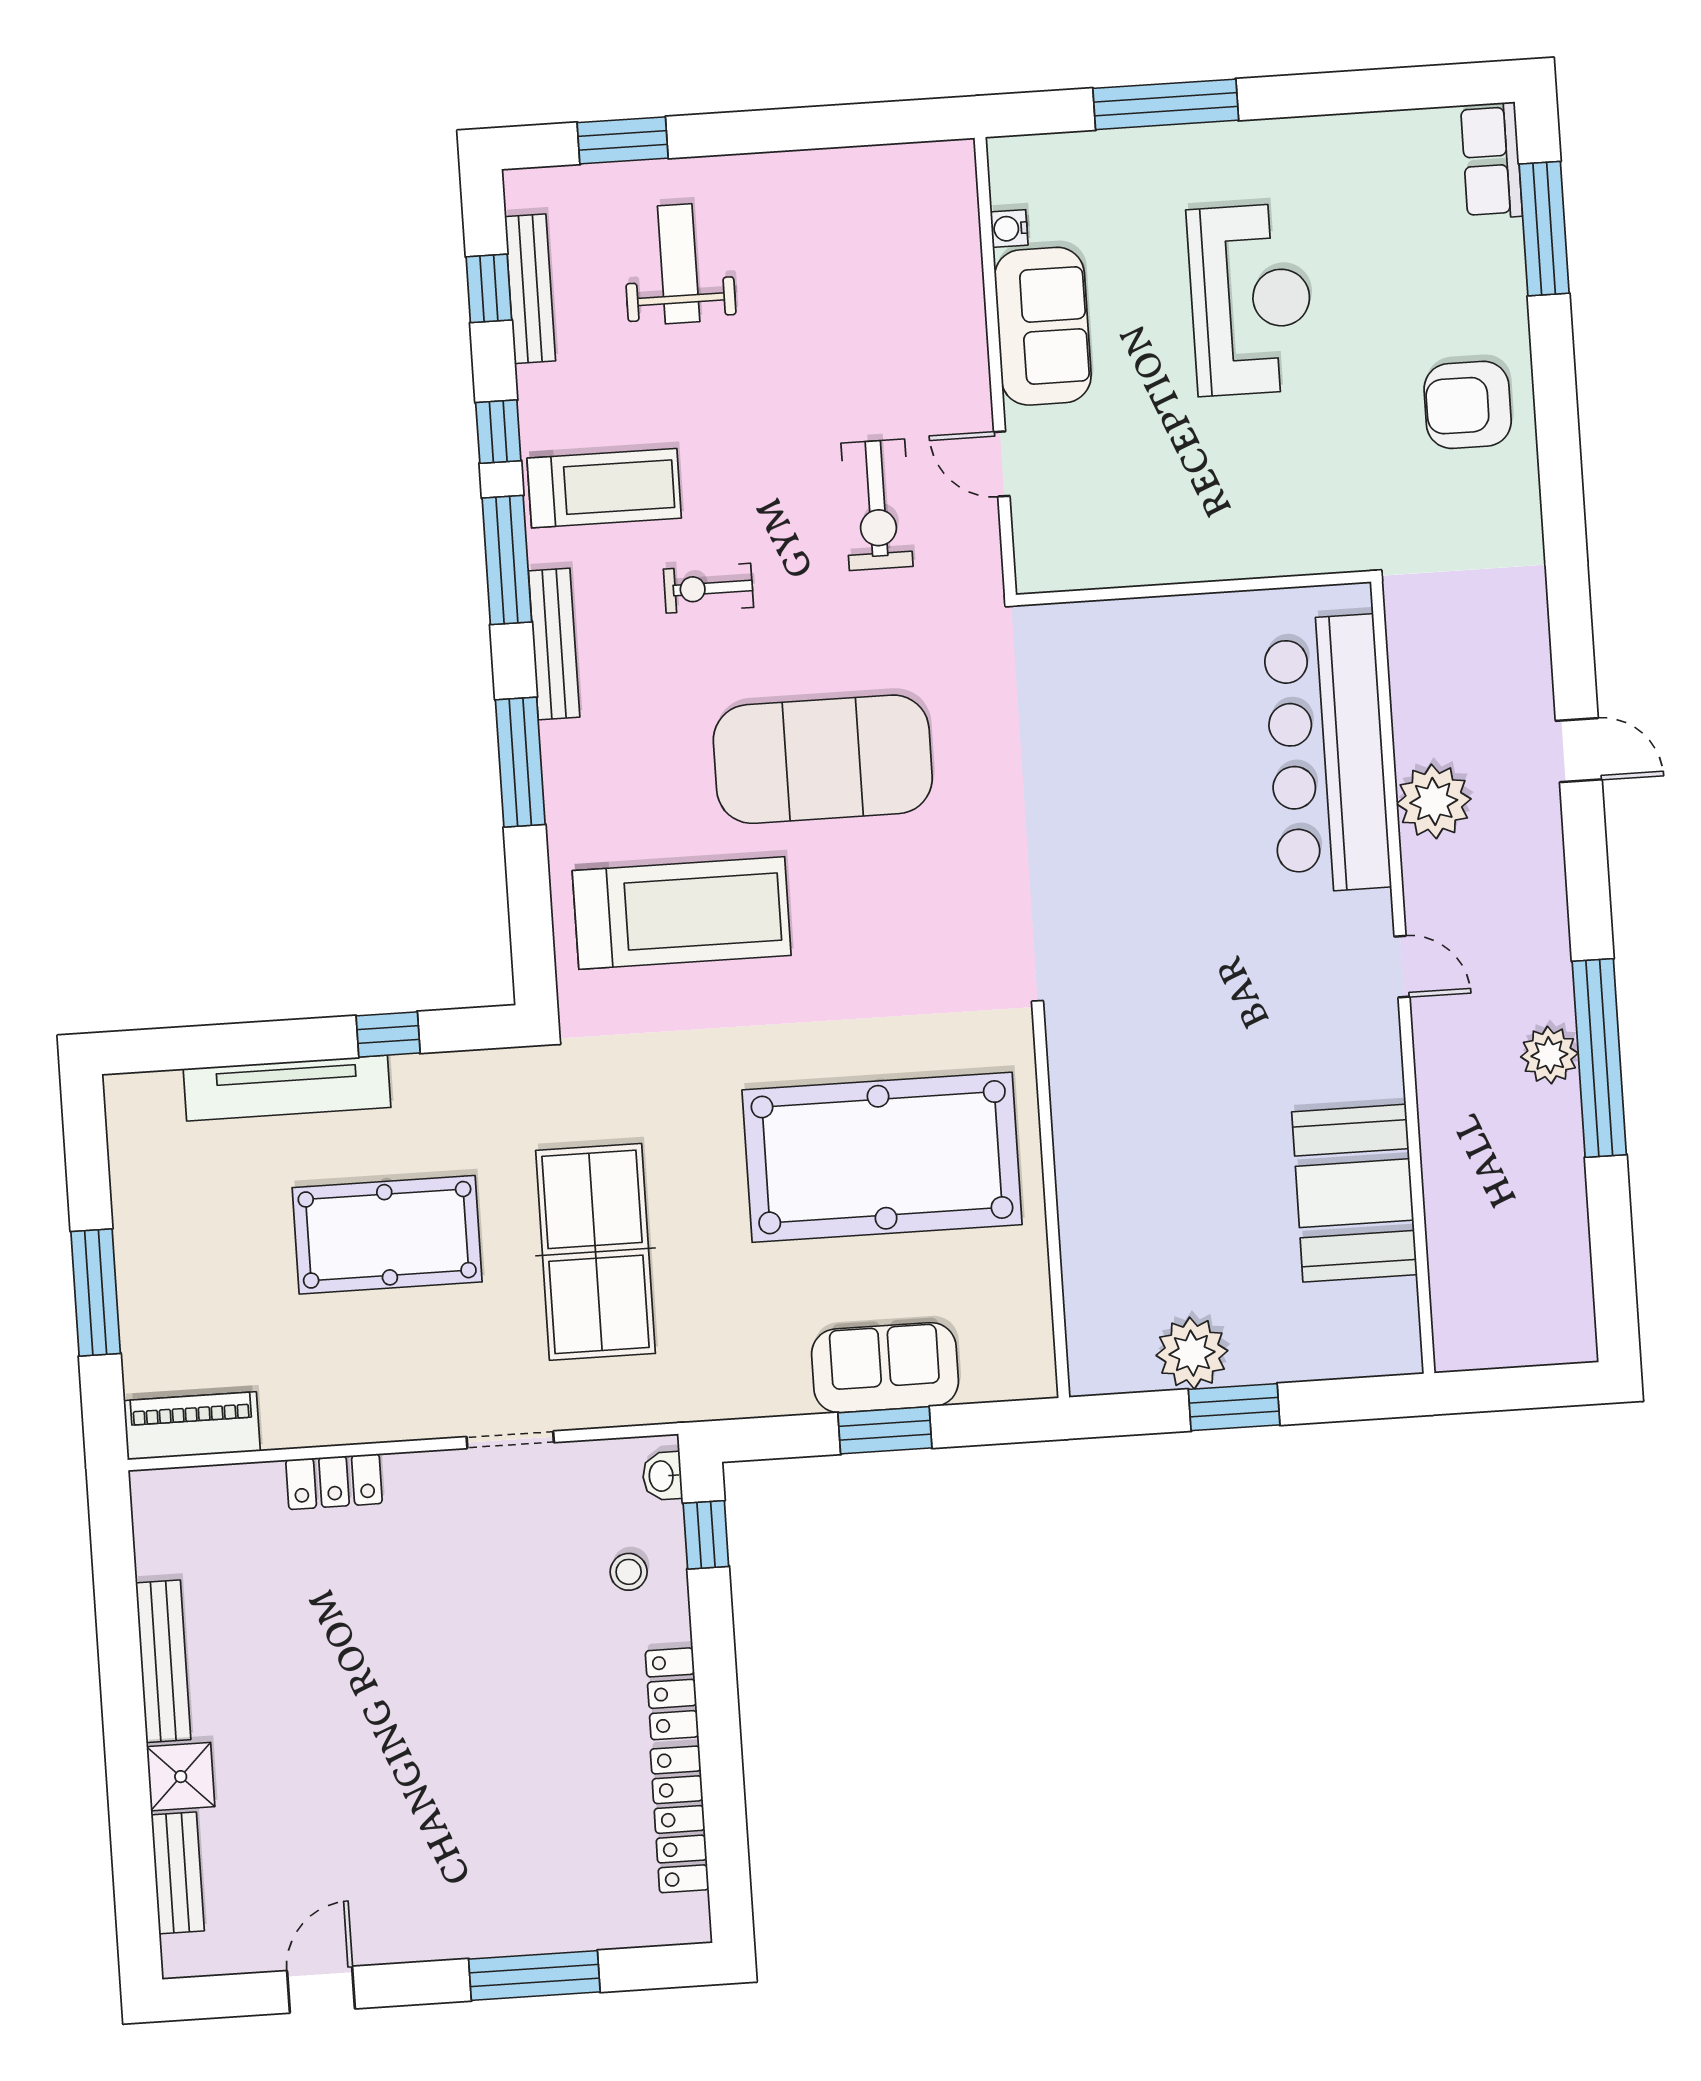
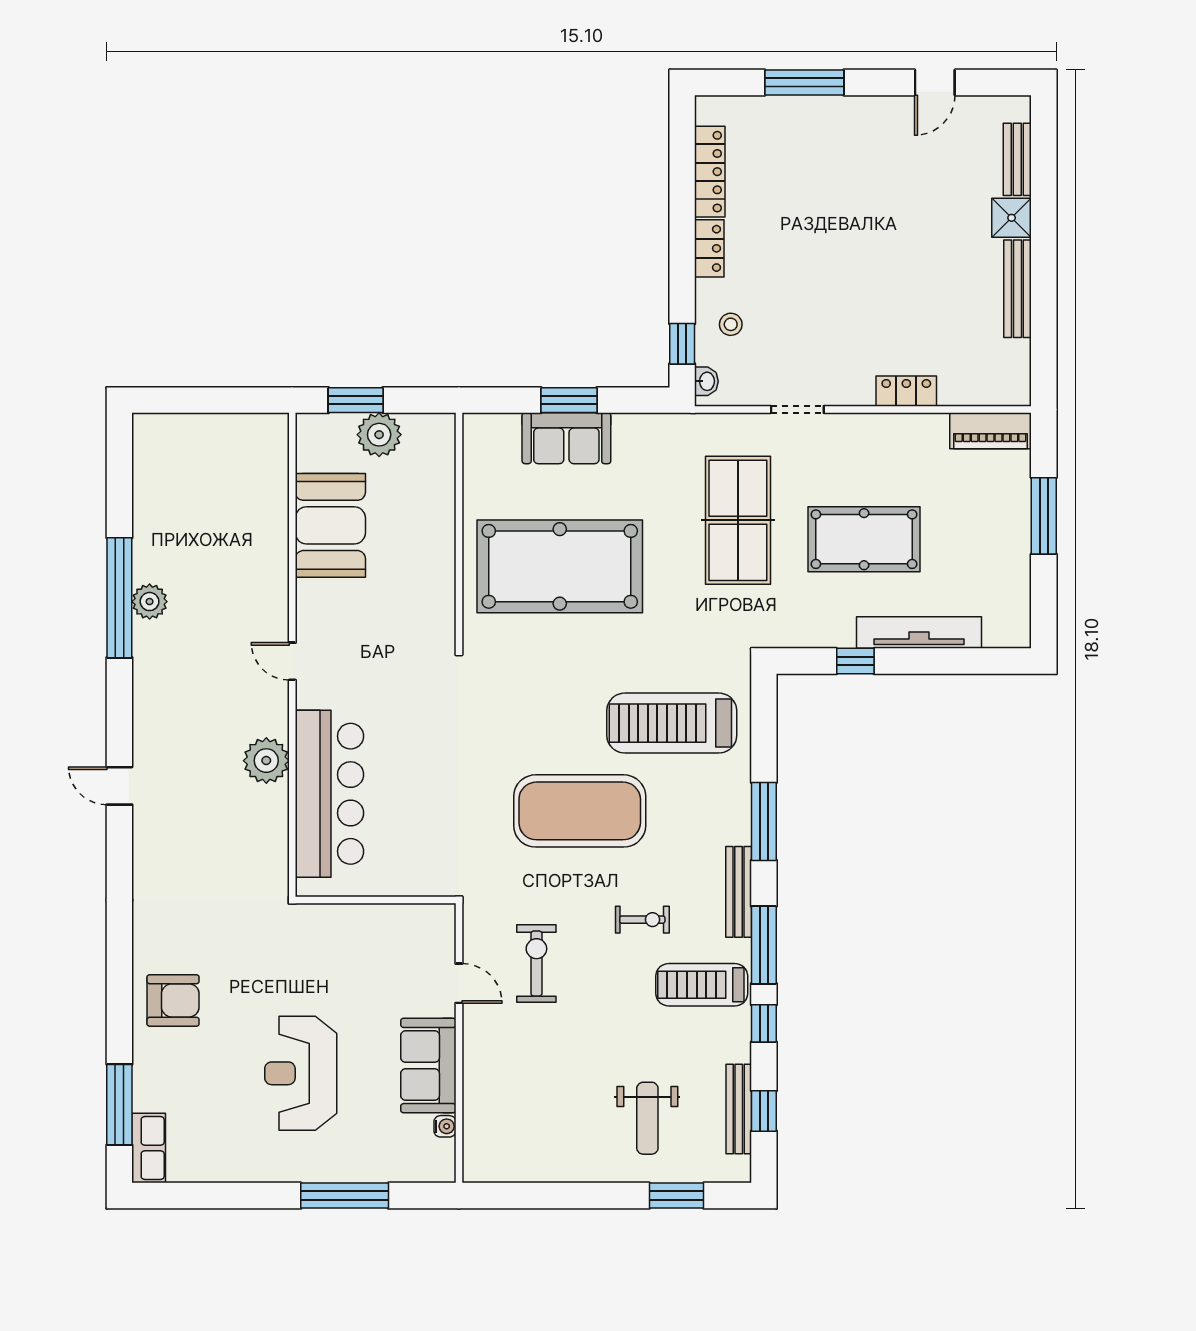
bar counter: (1327, 754) -> (329, 794), moved
plant: (1434, 801) -> (266, 761), moved
door: (1402, 967) -> (292, 661), moved
wall: (1403, 977) -> (292, 655), moved
booth: (1354, 1193) -> (330, 525), moved

